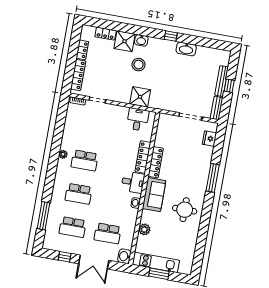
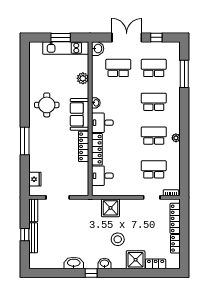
washbasin: (141, 40) -> (104, 264), moved
desk: (138, 119) -> (102, 176), moved, turned 90
school desk: (91, 127) -> (154, 169), added

